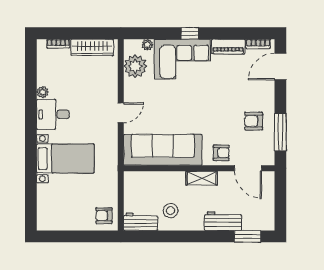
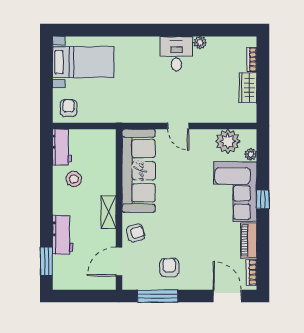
wardrobe: (92, 47) -> (248, 88), width x0.67
armchair: (221, 153) -> (135, 233), turned -106
bed with nightstands: (65, 159) -> (83, 62), moved, turned -90

